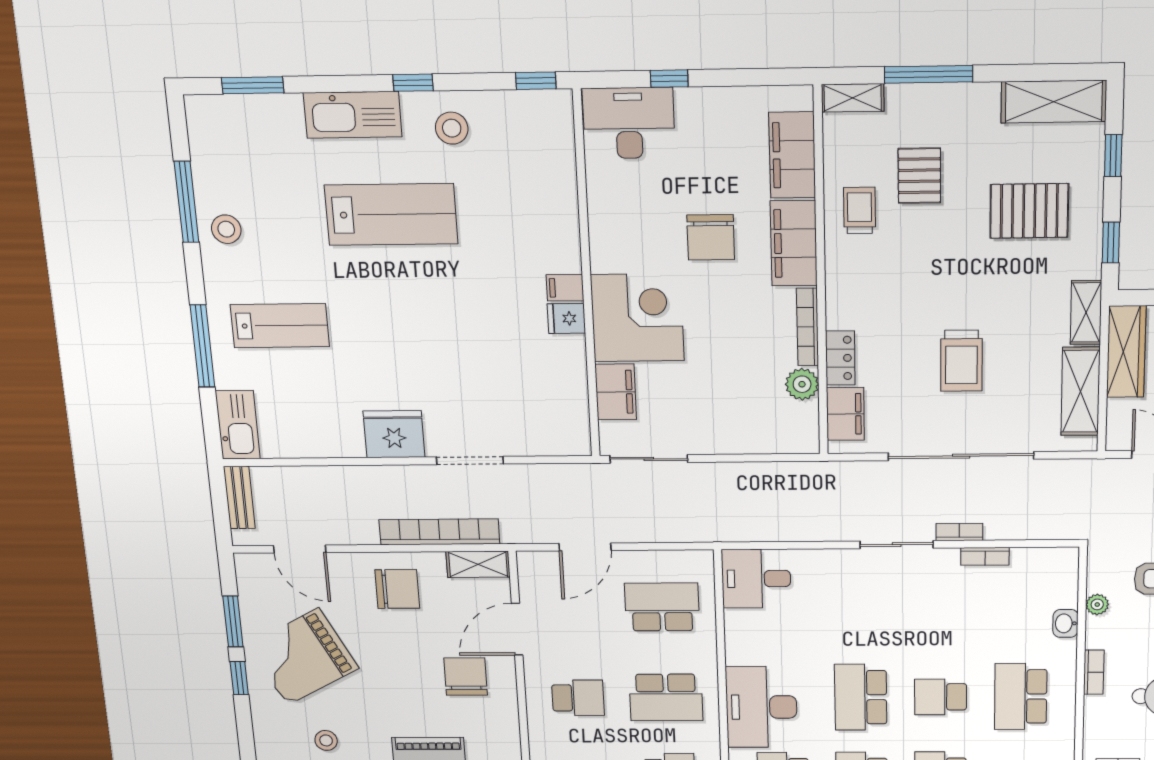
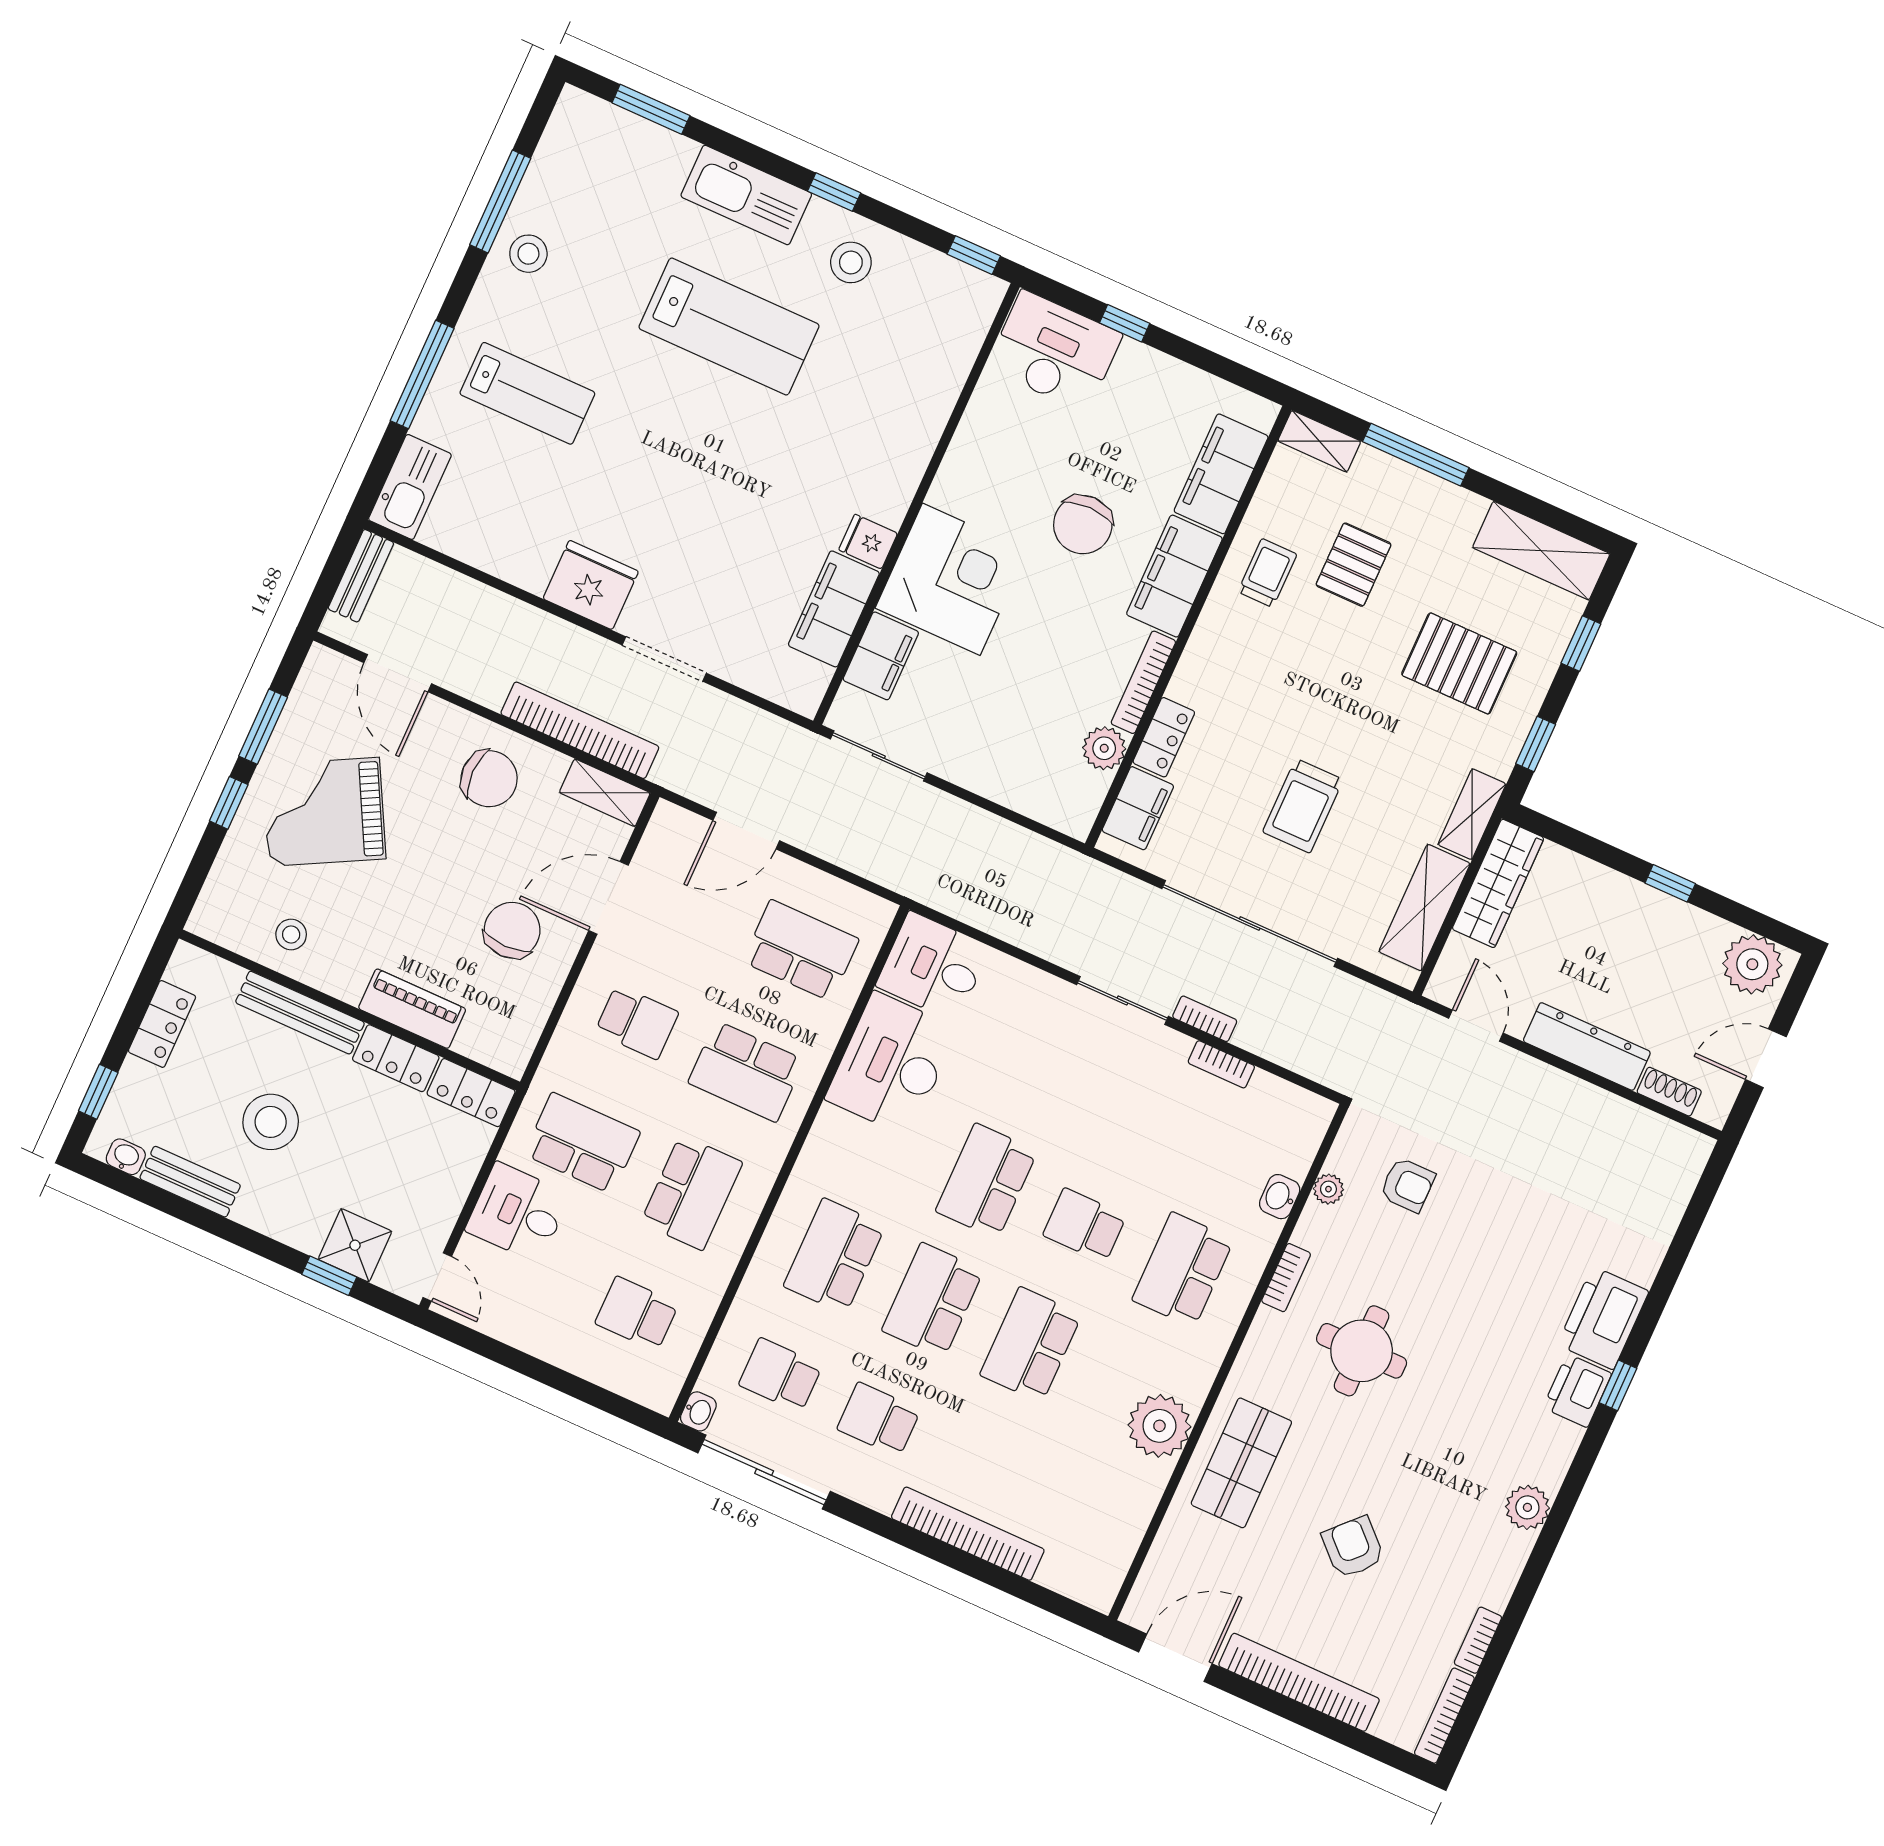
filing cabinet: (565, 288) -> (834, 609), moved, width x3.00, depth x1.17
desk: (761, 707) -> (891, 1064), moved

